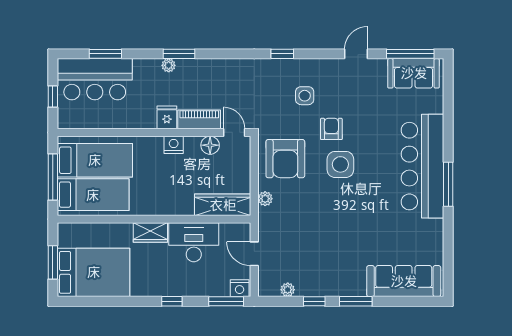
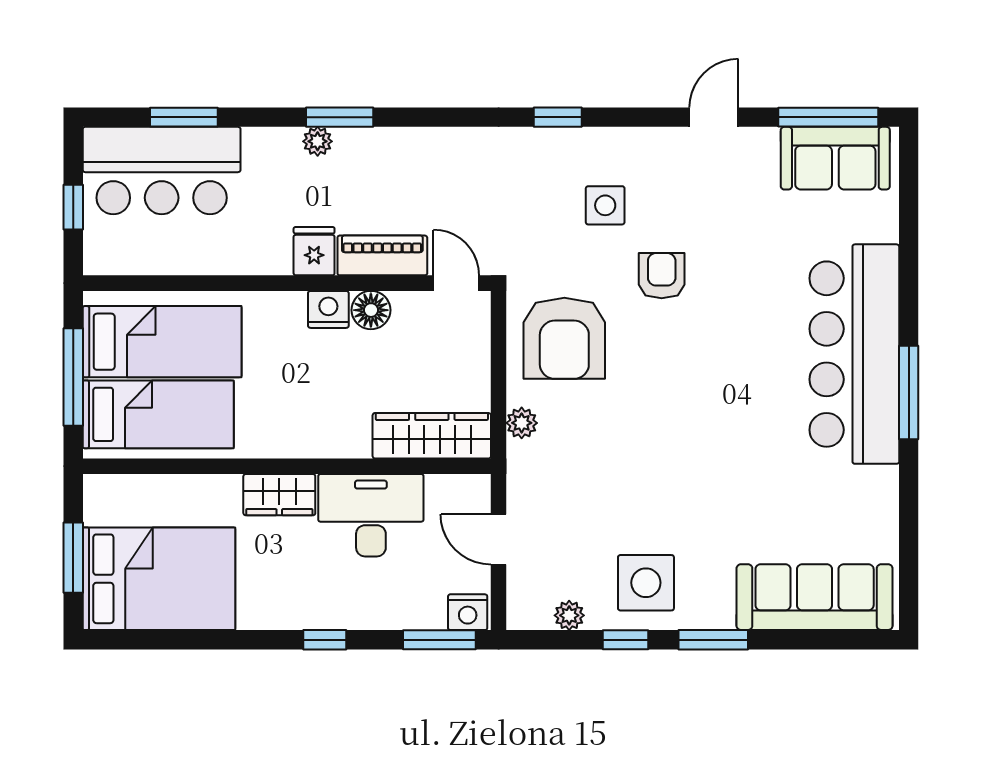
floor lamp: (210, 145) -> (371, 310), moved
side table: (340, 164) -> (646, 583), moved

